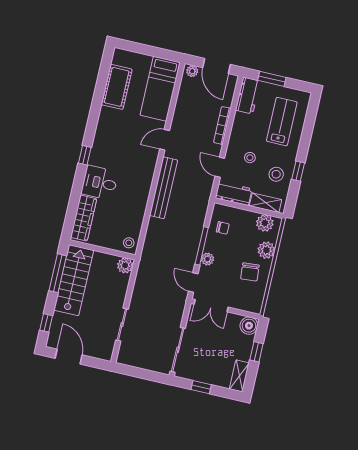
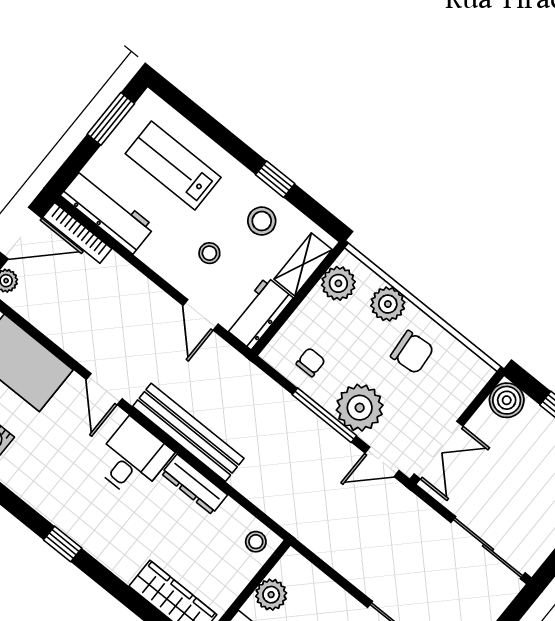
window: (272, 79) -> (111, 119), moved
workbench: (248, 96) -> (108, 211), width x1.38
bookcase: (222, 125) -> (77, 233), moved
door: (220, 167) -> (201, 315), hinge flipped
desk: (100, 183) -> (132, 459), moved, turned 180
dresser: (141, 202) -> (194, 484), added
plant: (207, 259) -> (360, 408), width x1.88, depth x1.88
plant: (125, 265) -> (271, 595), moved

